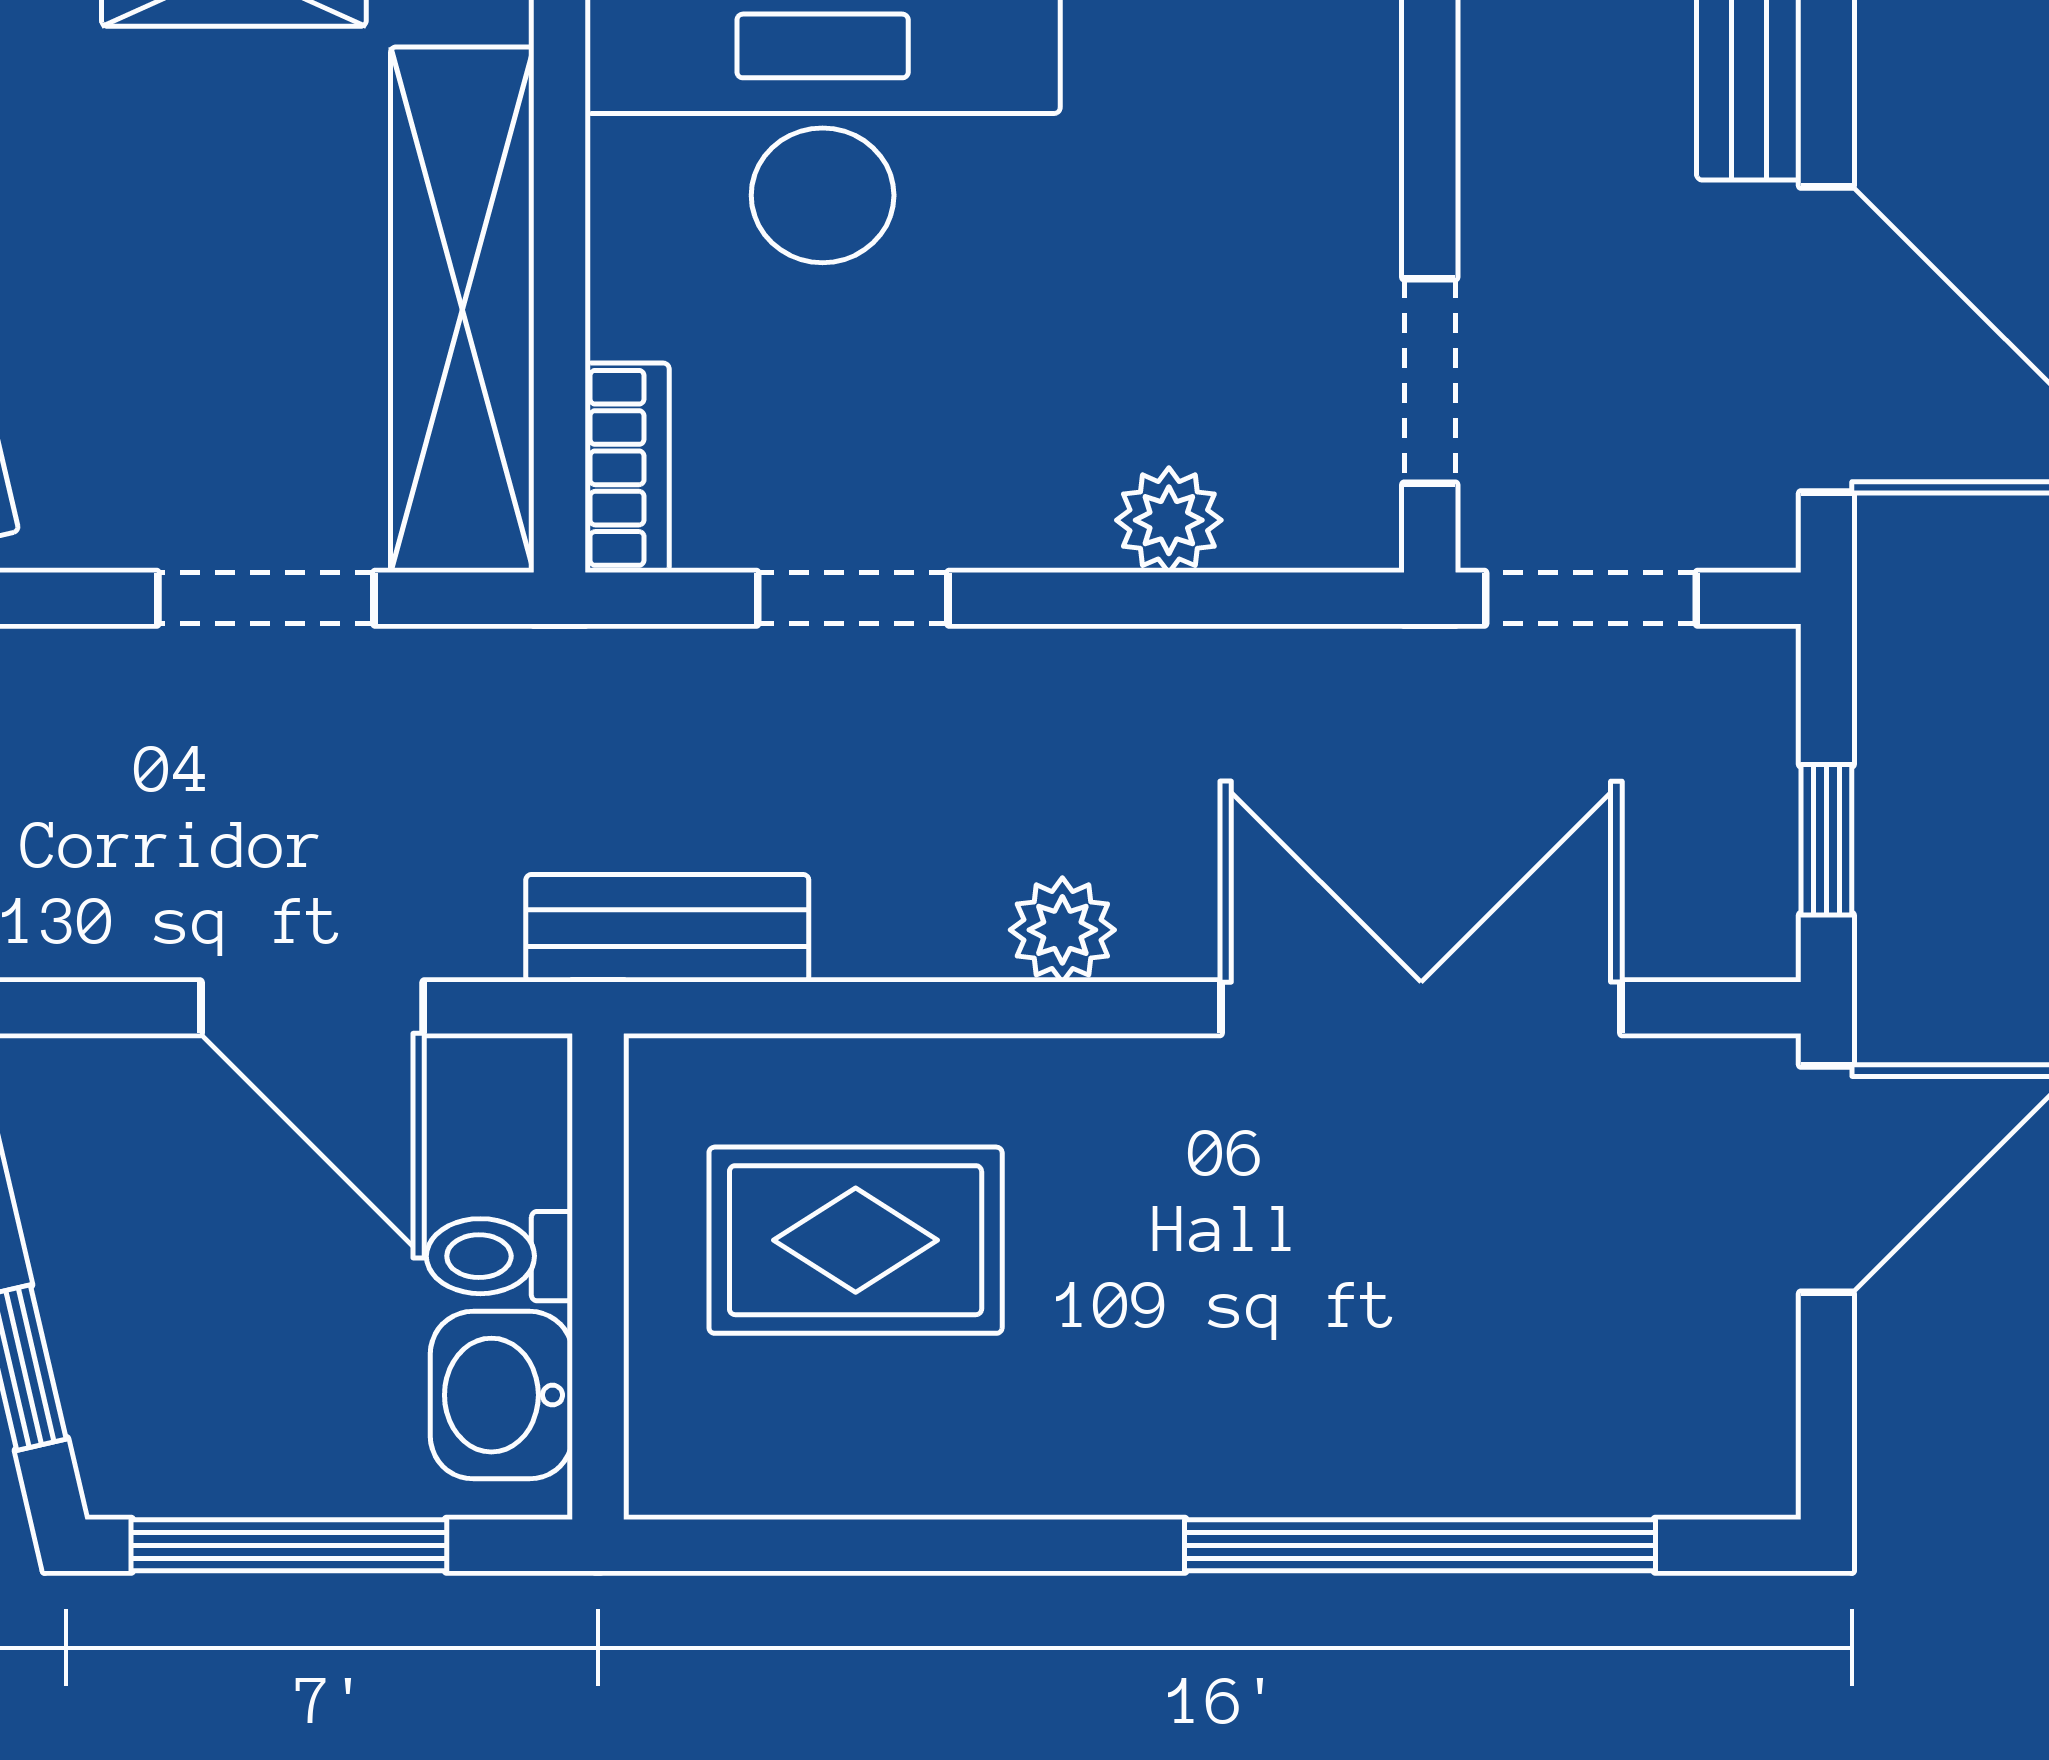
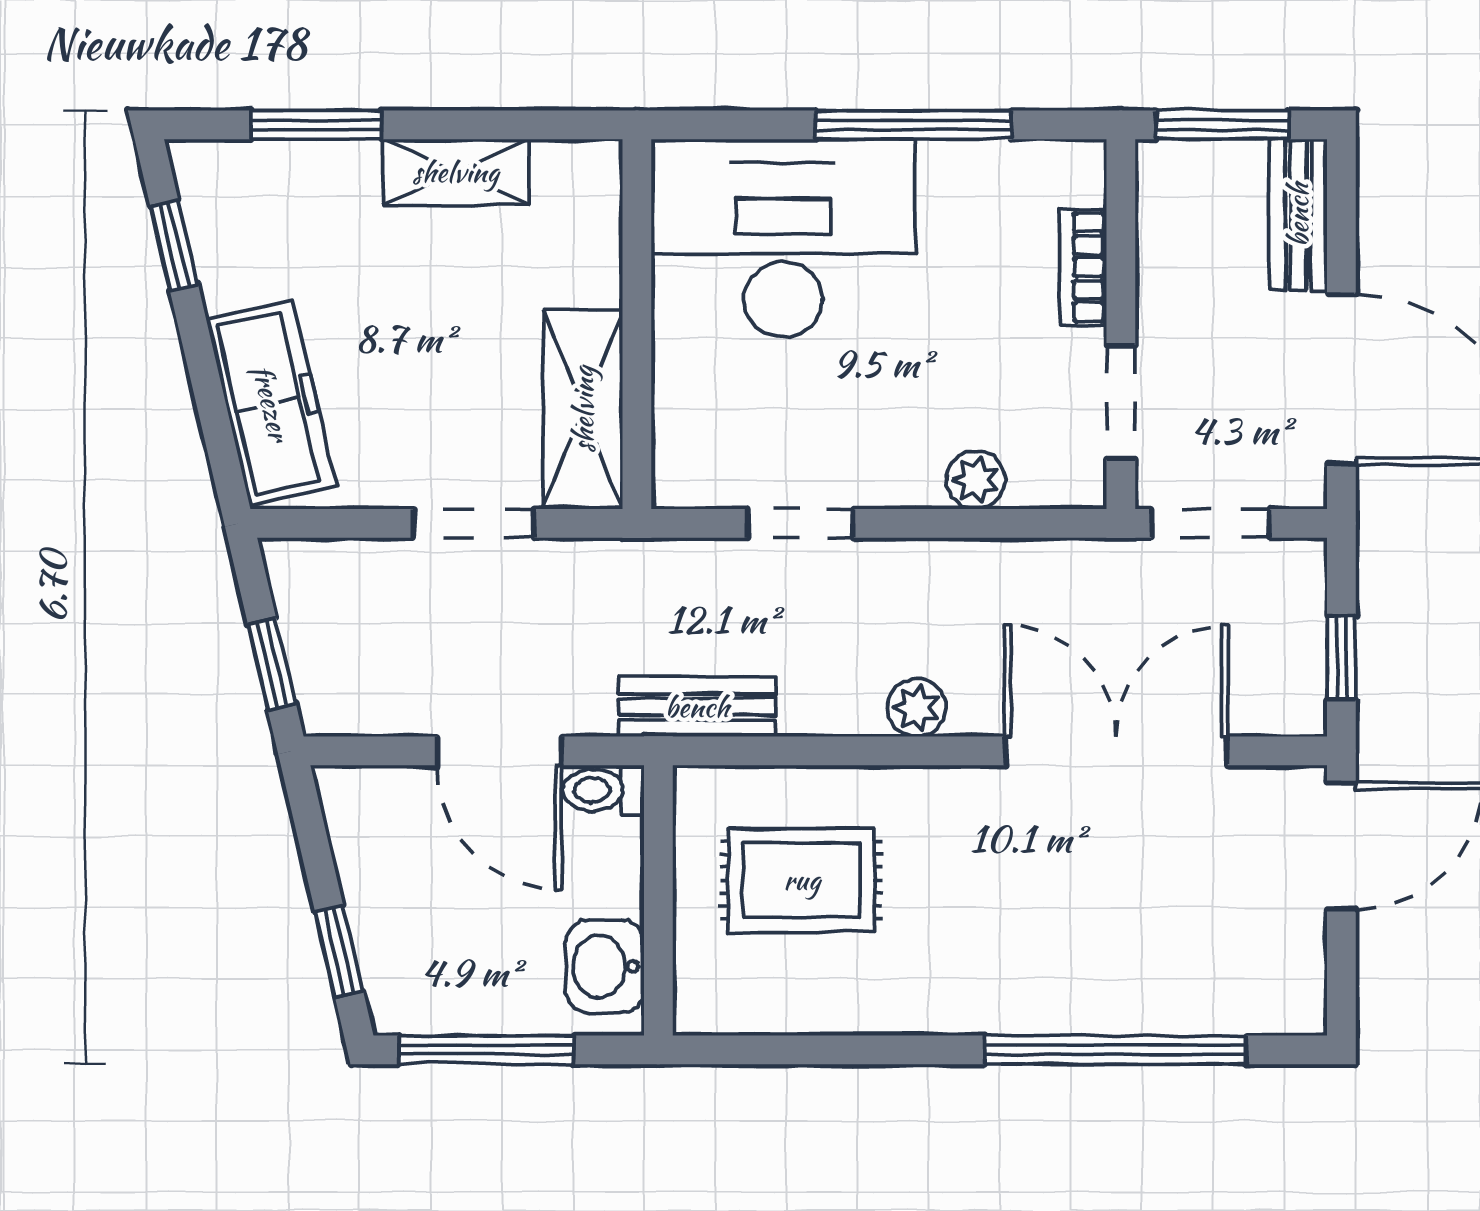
shelving: (462, 310) -> (583, 409), width x0.68
bookcase: (627, 468) -> (1083, 267), moved, turned 180
toilet: (499, 1256) -> (604, 790), moved

